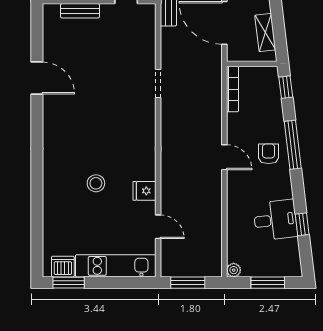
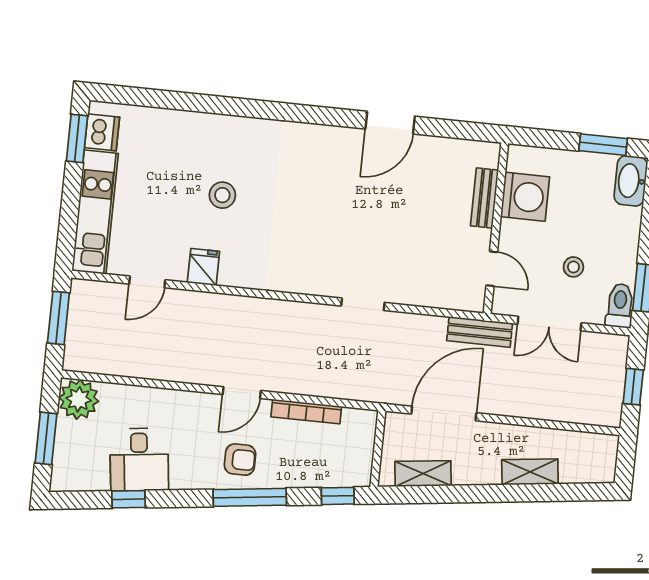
bookcase: (232, 89) -> (306, 412), moved
plant: (234, 270) -> (79, 399), width x1.88, depth x1.88

